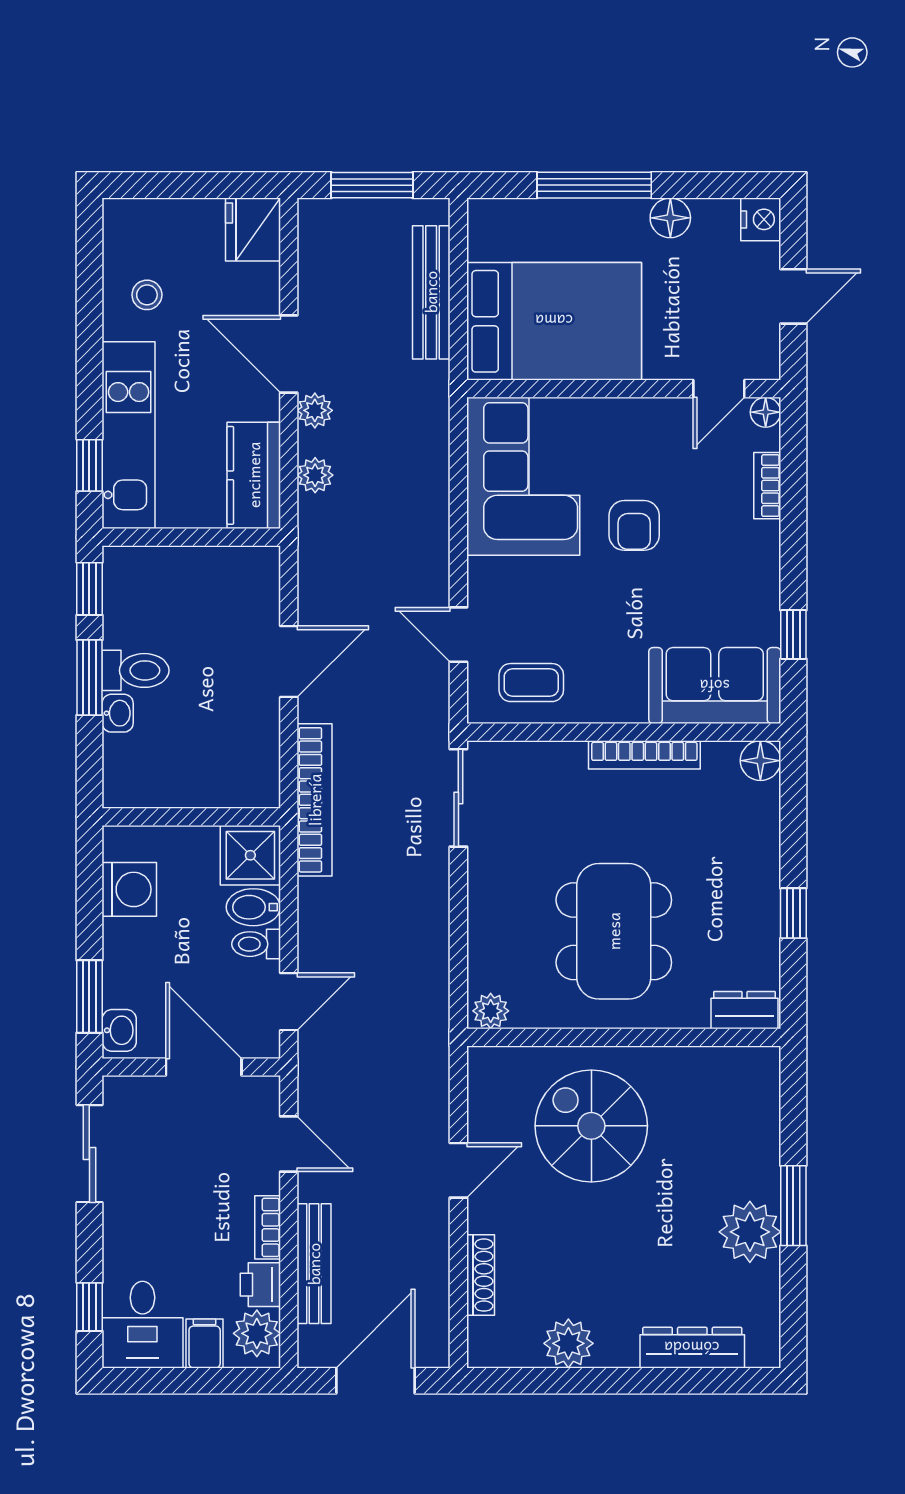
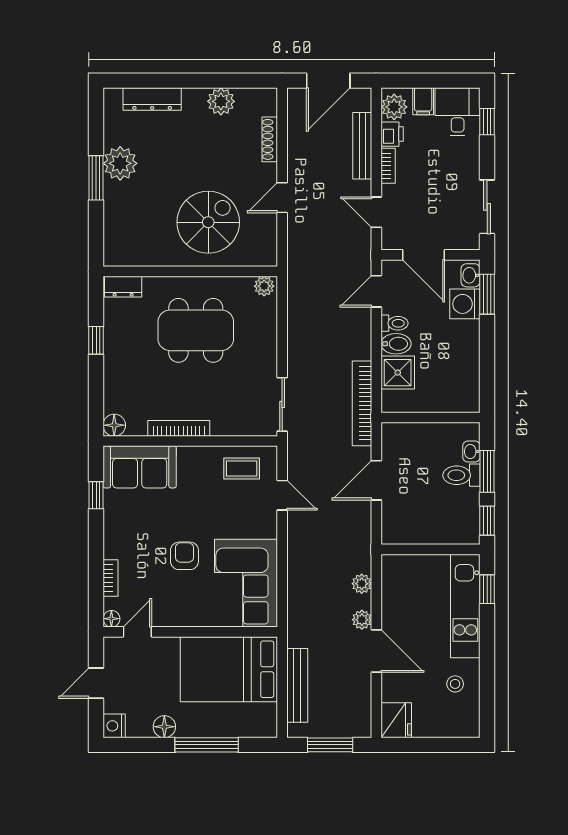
kitchen counter: (254, 475) -> (396, 584), removed
wall: (191, 817) -> (430, 417), moved
washing machine: (129, 889) -> (465, 304), moved
dining table: (614, 931) -> (196, 330), turned 90
spiral stairs: (591, 1126) -> (208, 222), turned -90

